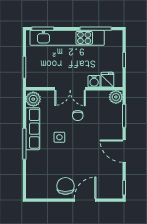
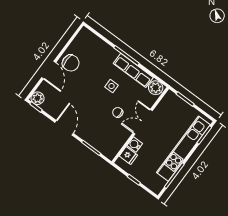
plant: (116, 97) -> (37, 98), moved
door: (124, 151) -> (64, 128), hinge flipped

